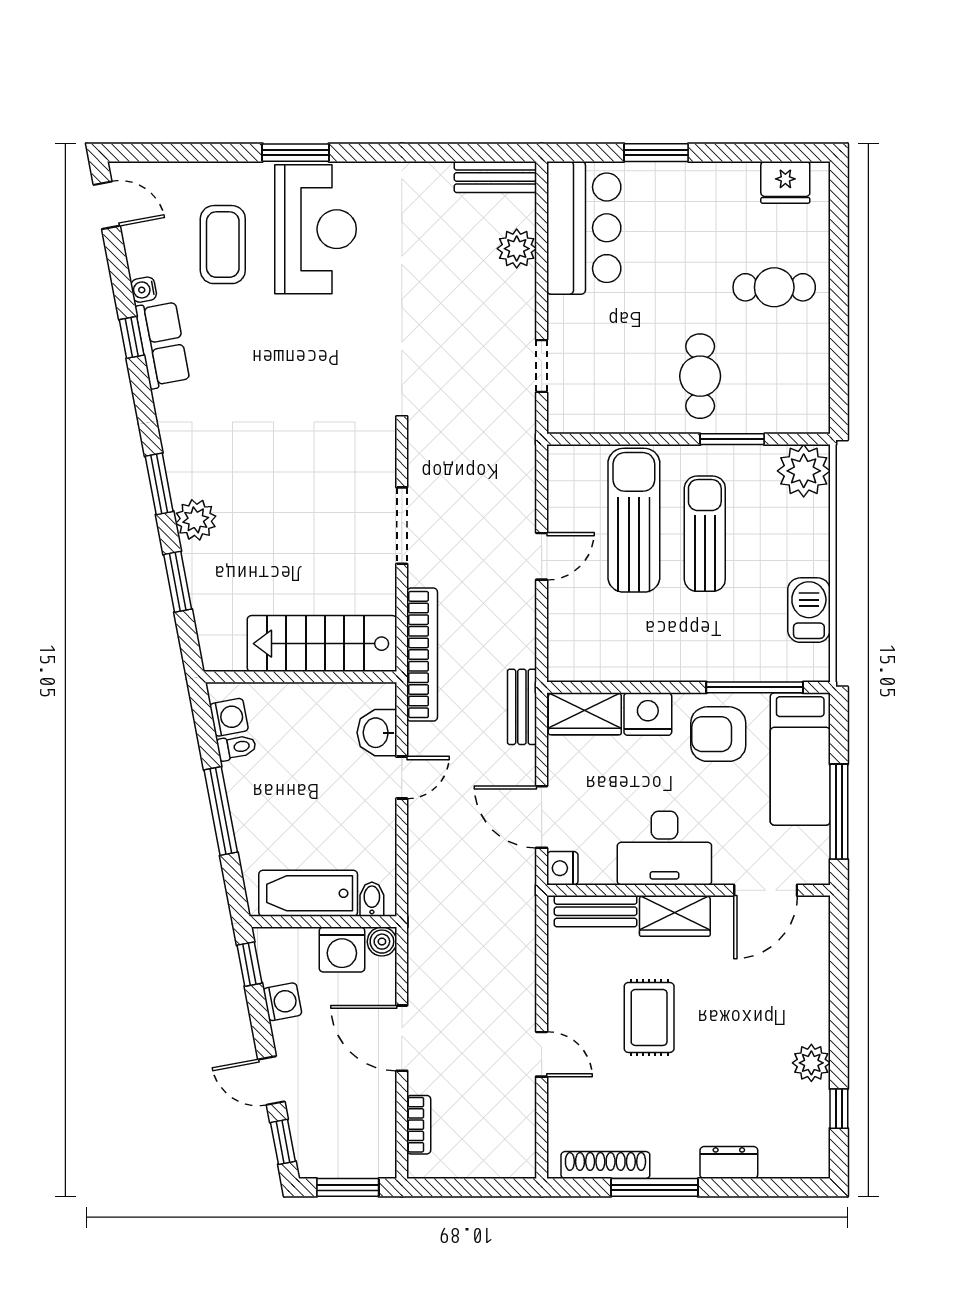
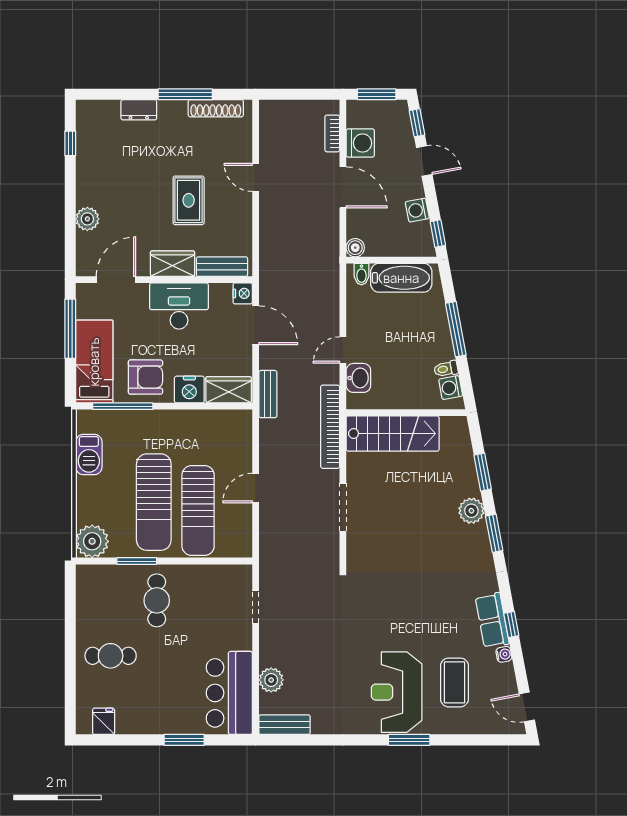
fridge: (785, 182) -> (104, 721), width x0.72
sun lounger: (705, 534) -> (154, 502), width x1.36, depth x1.34
washing machine: (342, 950) -> (360, 143), moved, turned 90
plant: (811, 1063) -> (87, 219), moved

